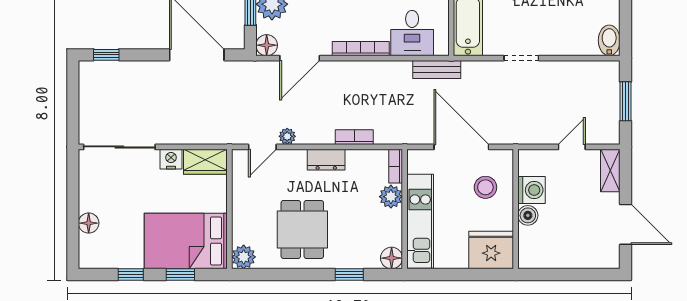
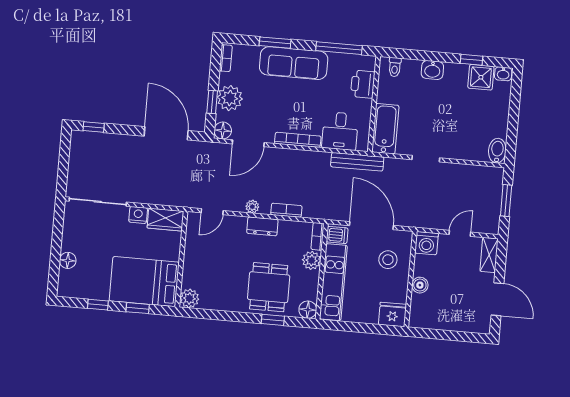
bench: (437, 69) -> (357, 162), width x1.36
plant: (287, 136) -> (252, 207), moved
dishwasher: (420, 162) -> (337, 235), added
washing machine: (531, 190) -> (427, 243), moved, turned 90
dining table: (302, 229) -> (269, 287), moved
fridge: (491, 250) -> (392, 314), width x0.73, depth x0.75

